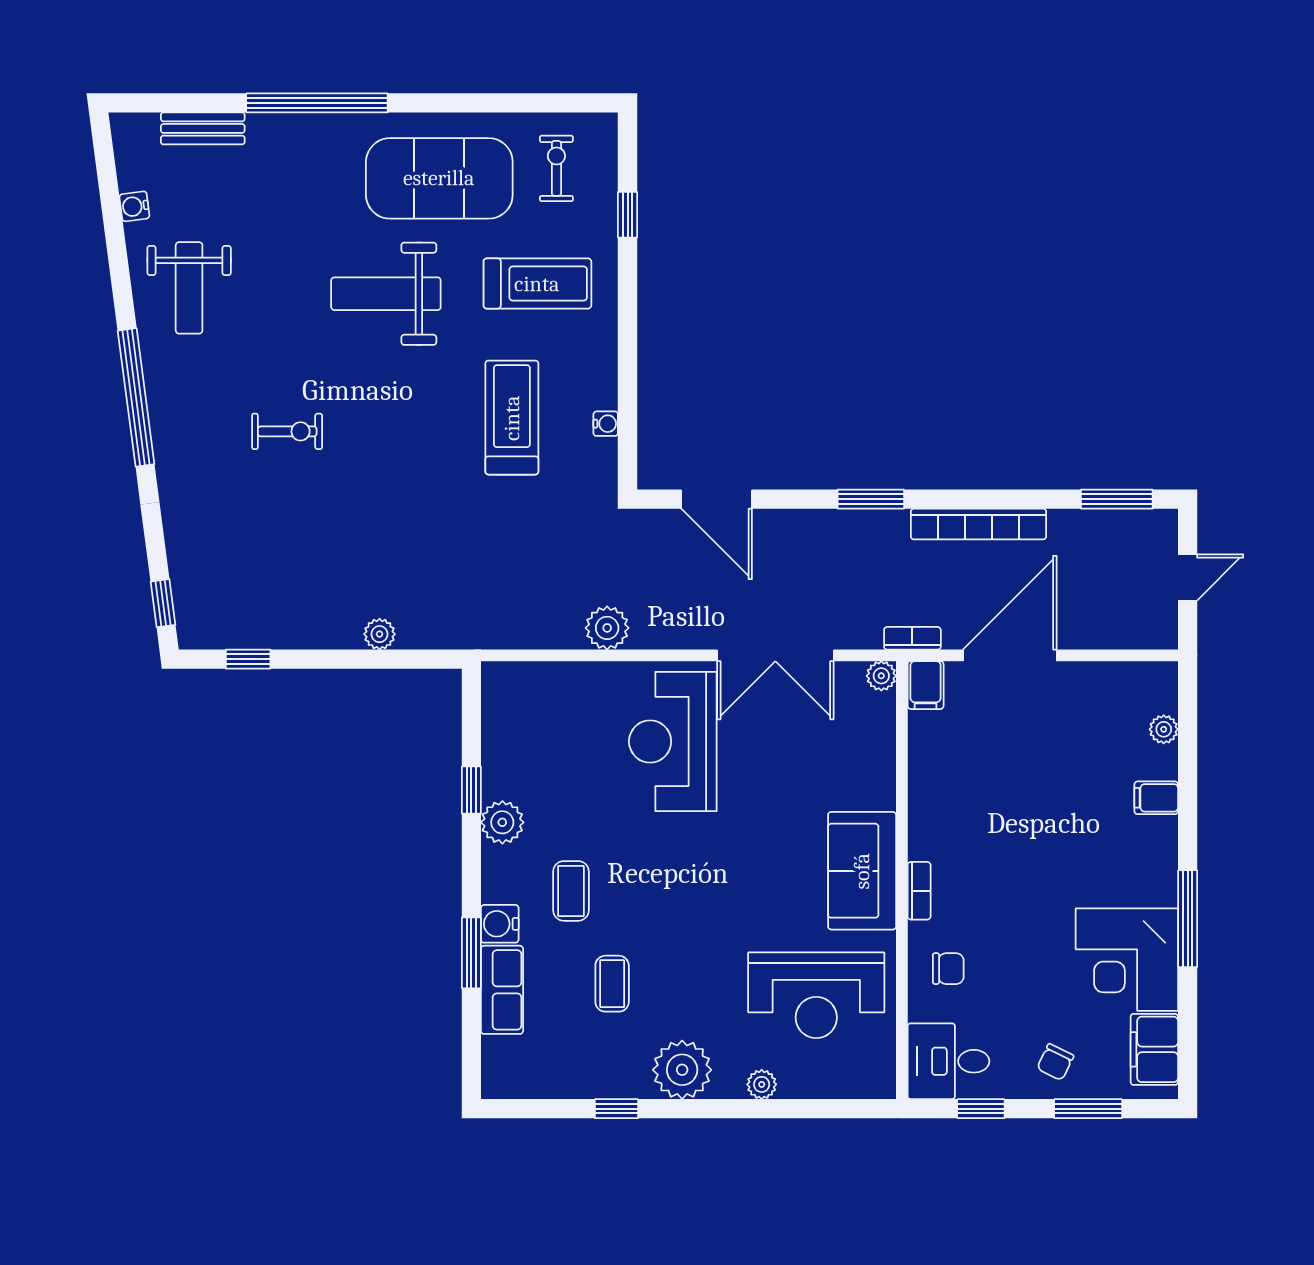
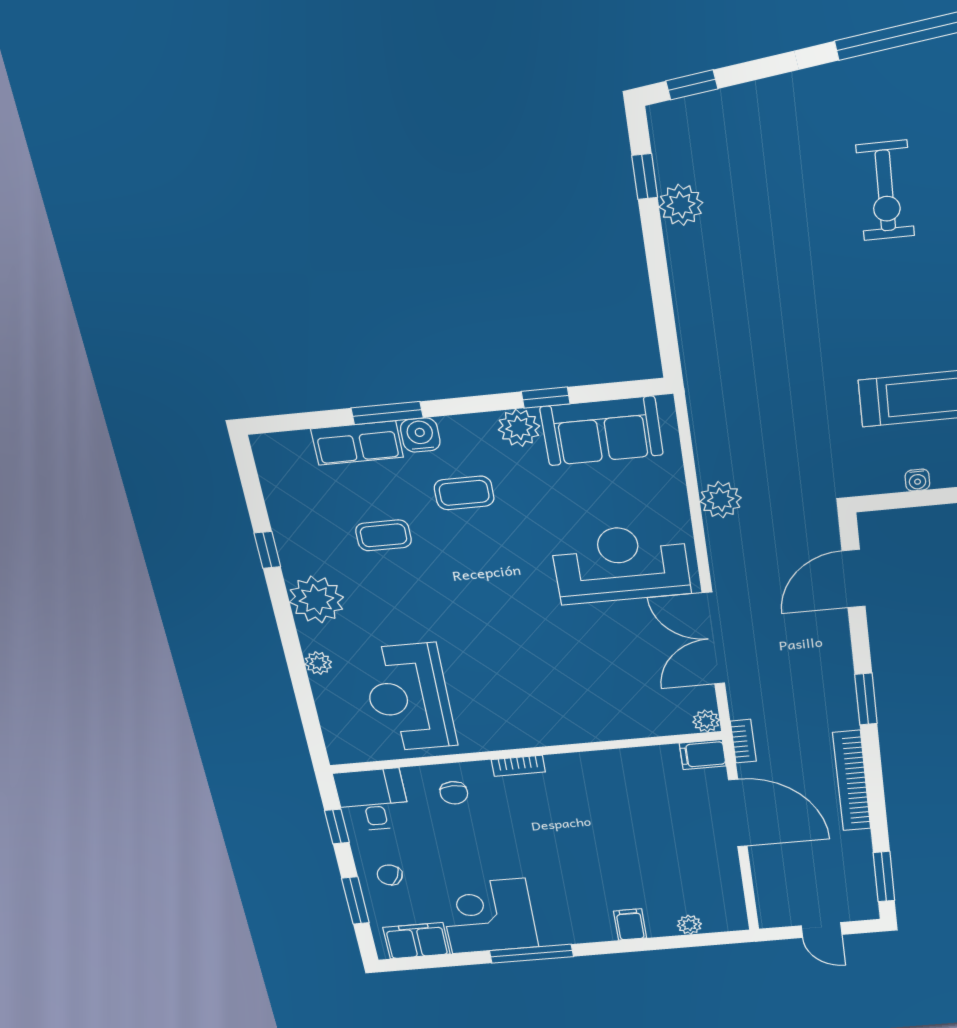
exercise bike: (287, 431) -> (885, 191), width x1.38, depth x1.39
plant: (380, 634) -> (681, 205), moved, width x1.38, depth x1.38
sofa: (862, 871) -> (602, 431), moved, turned 180

